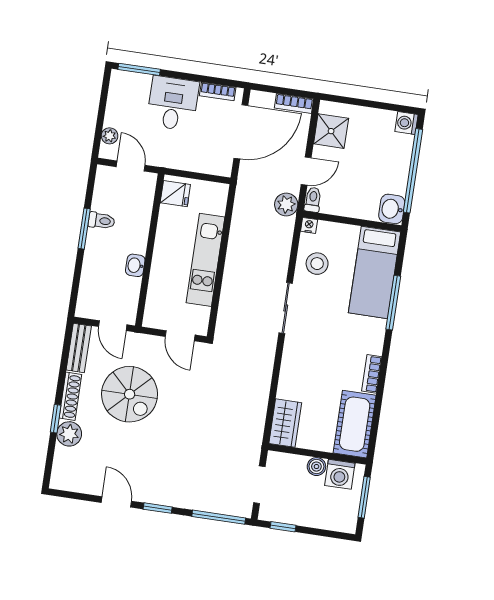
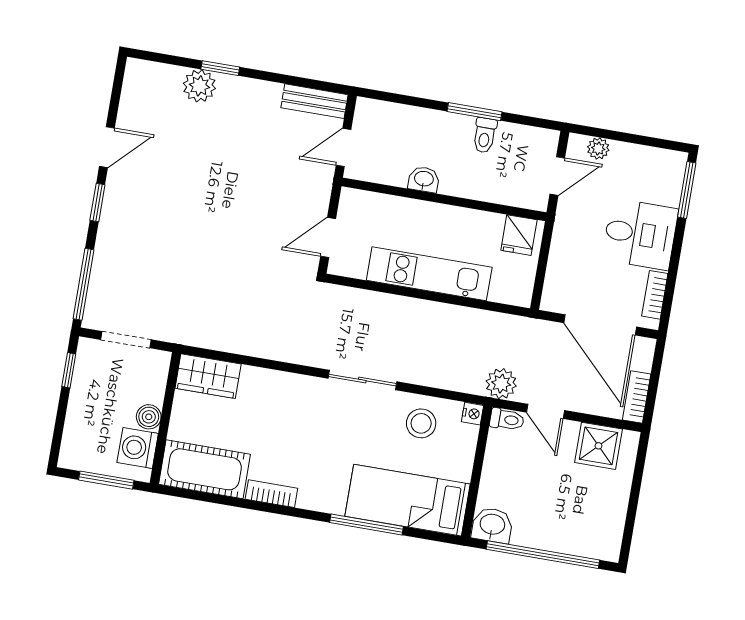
washing machine: (406, 123) -> (607, 547), removed
spiral stairs: (130, 394) -> (251, 168), removed
shoe rack: (70, 396) -> (250, 89), removed

